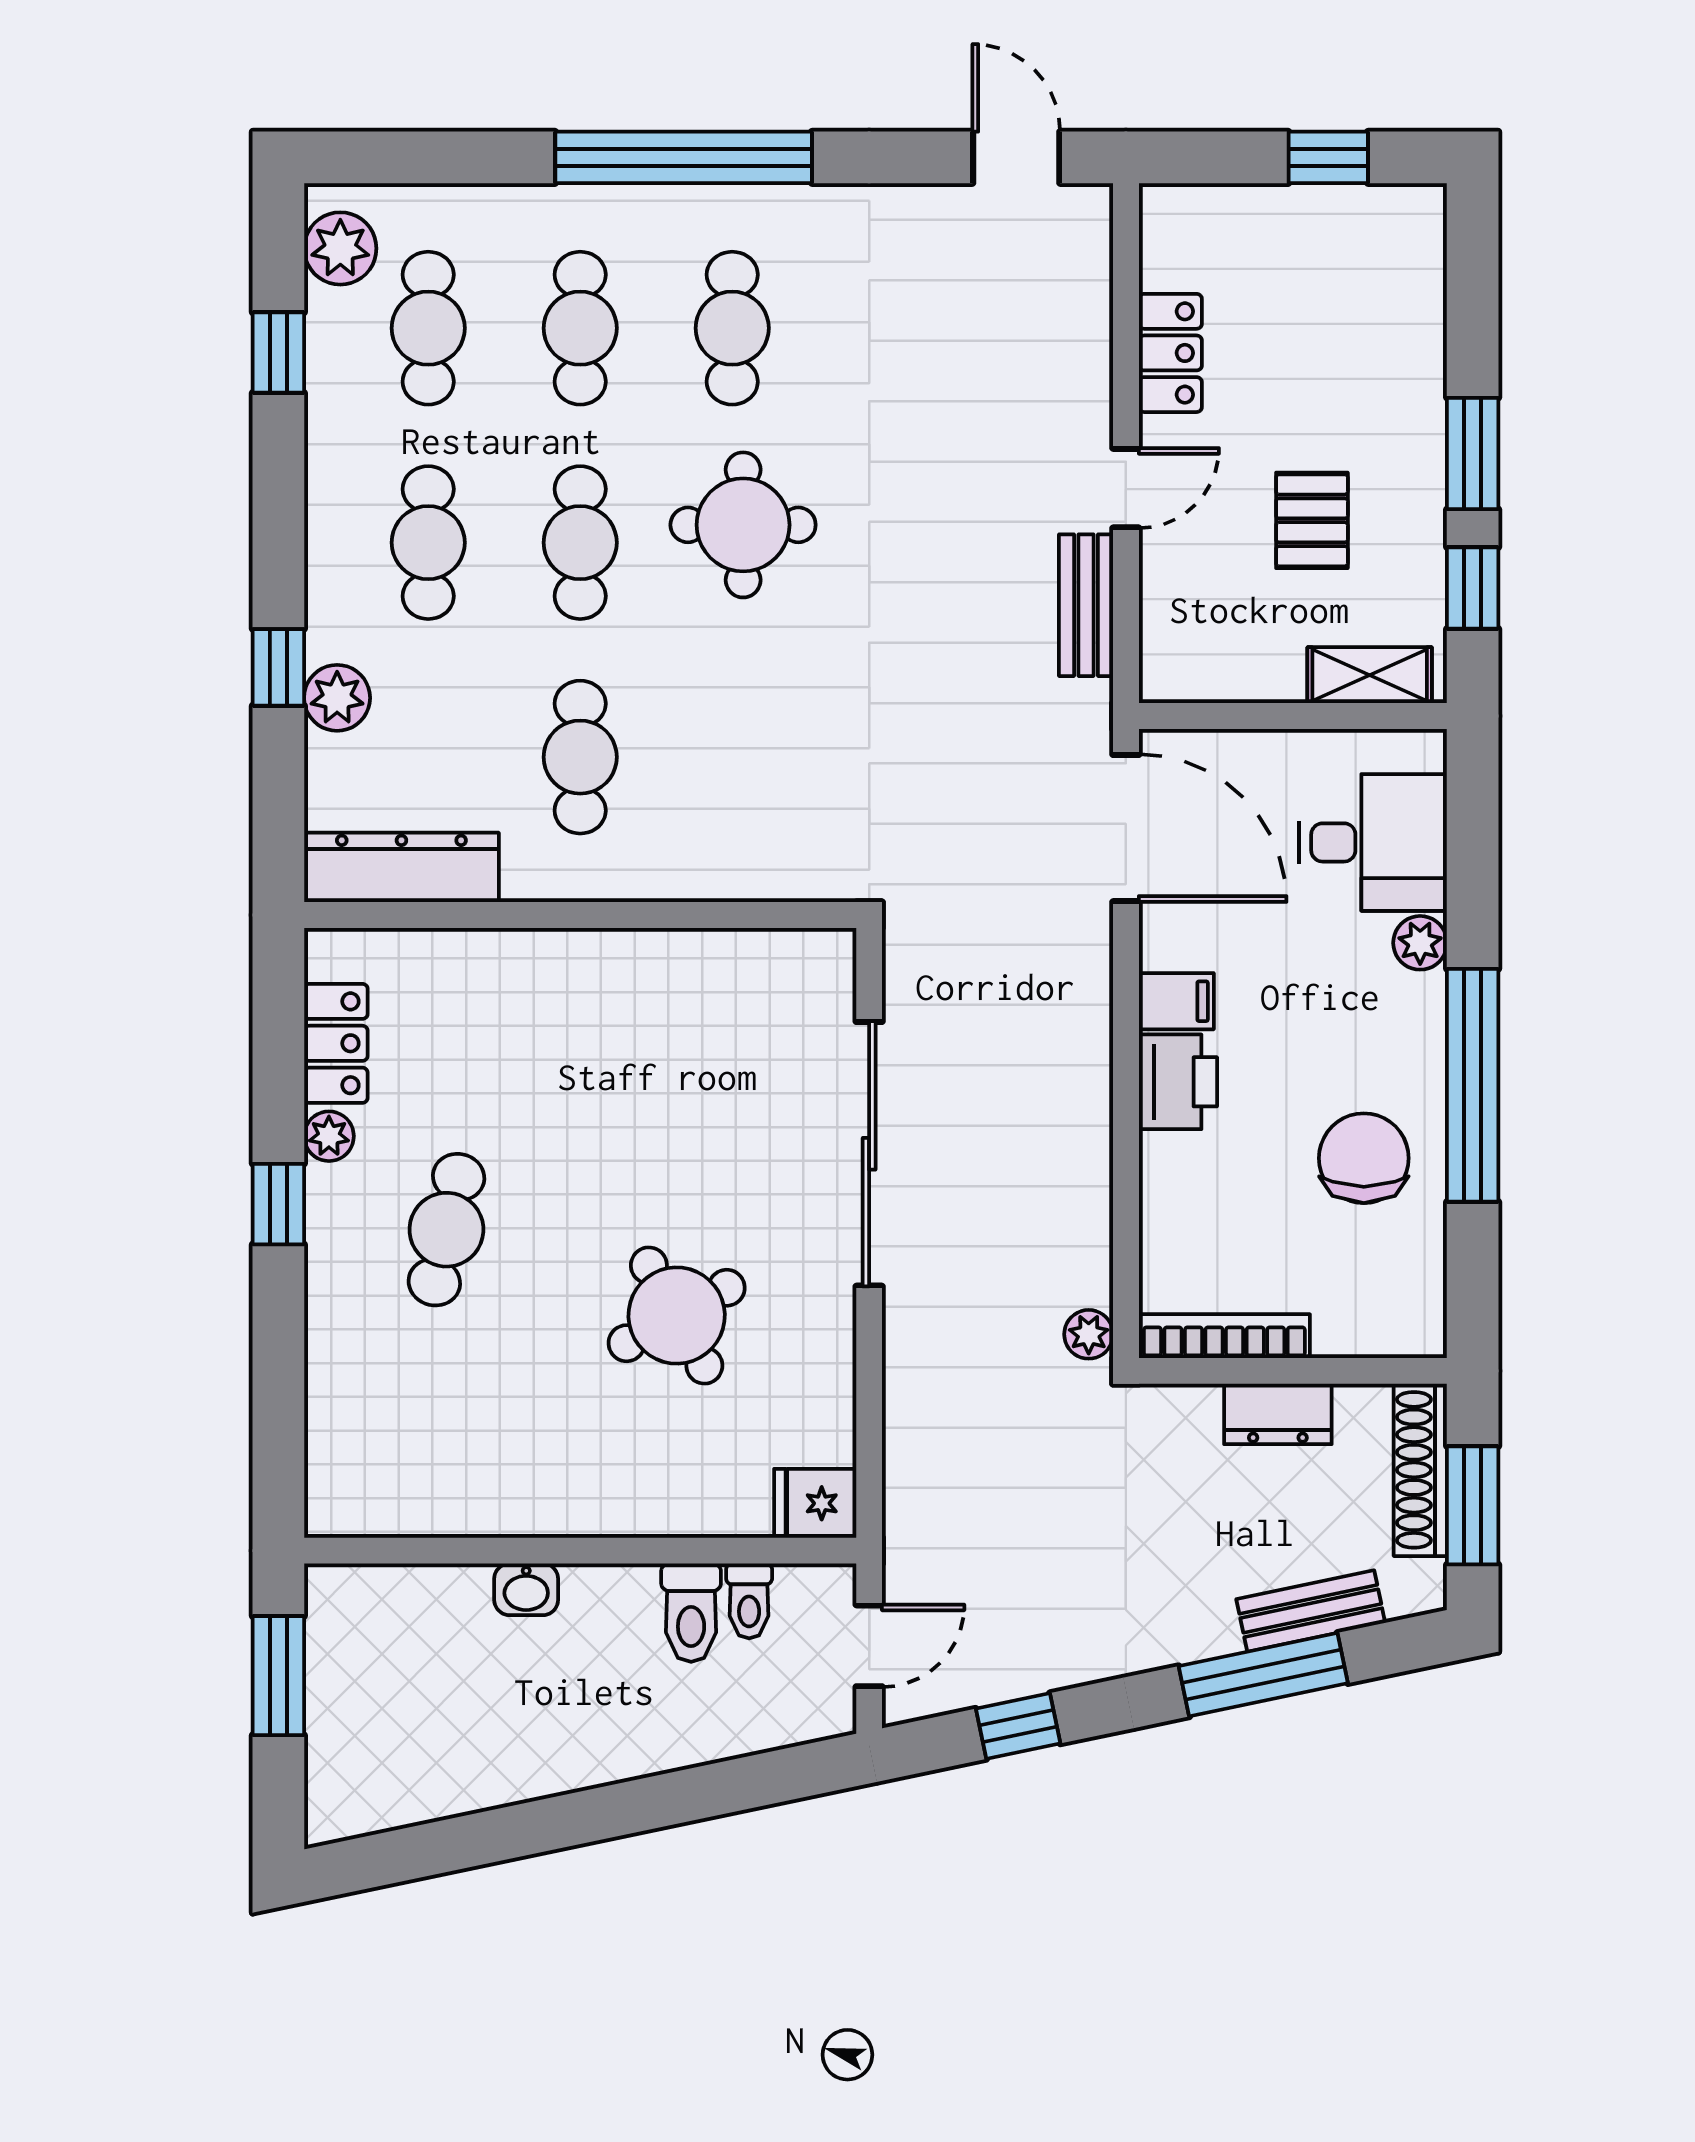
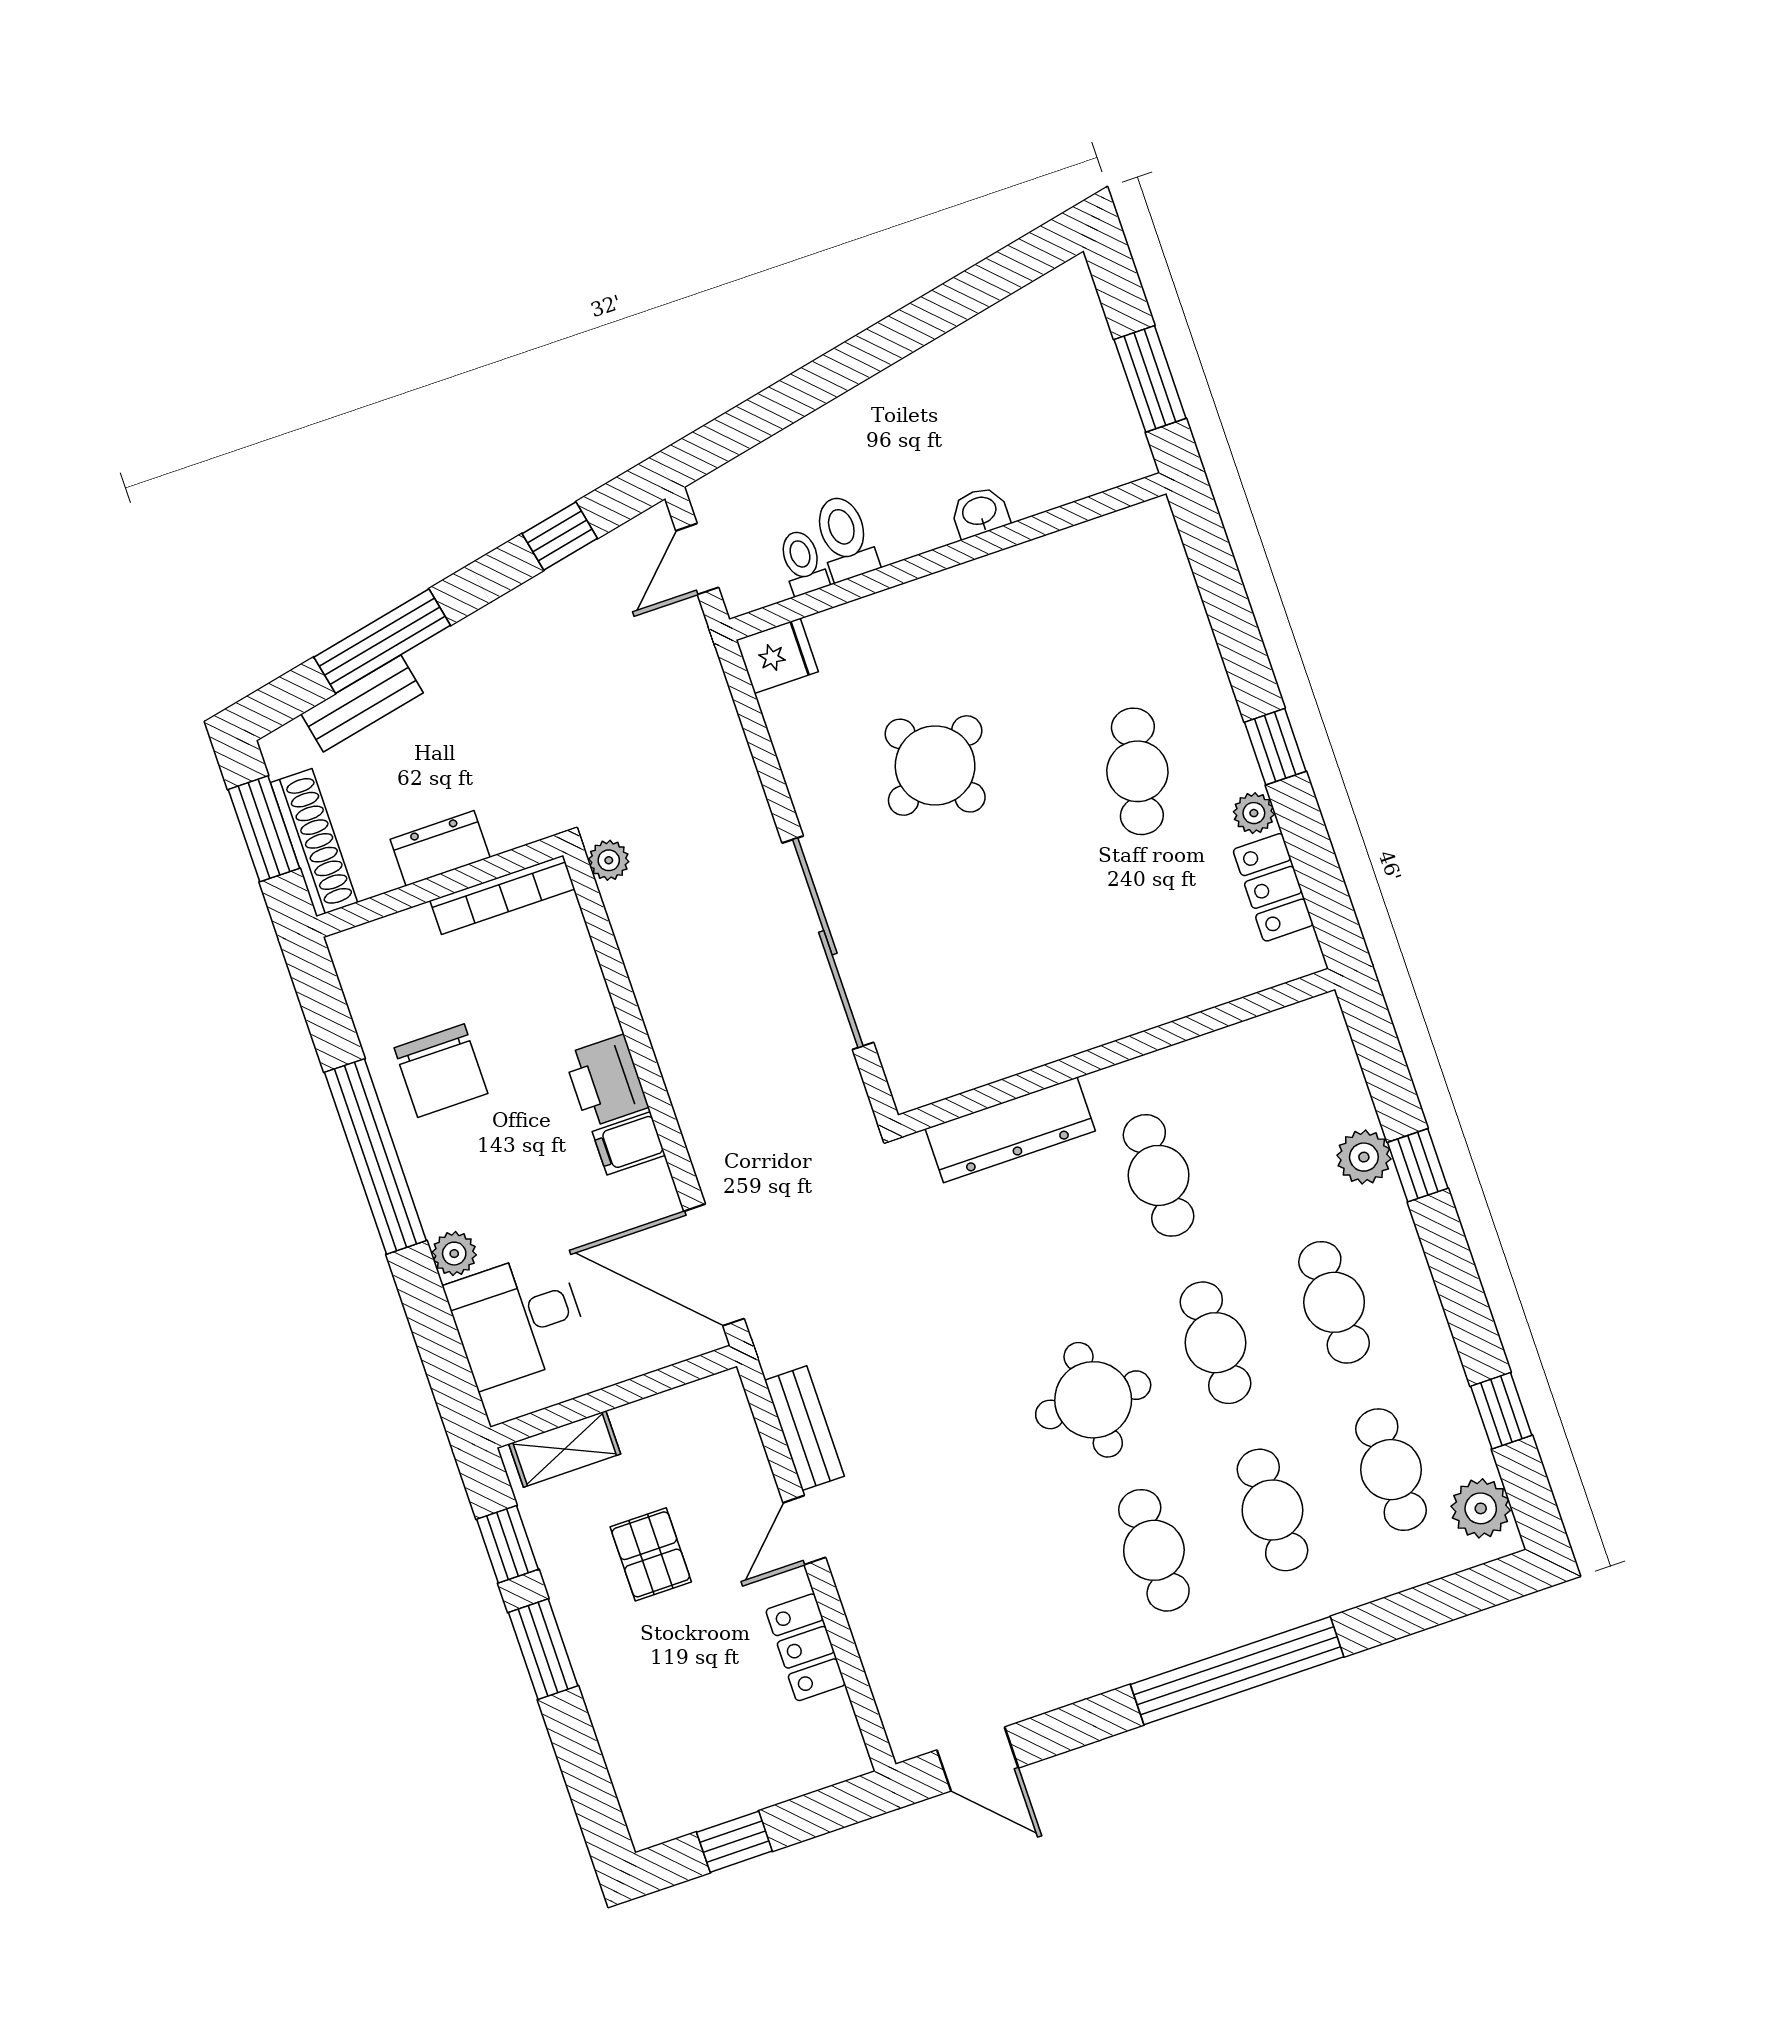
dresser: (401, 867) -> (1010, 1130), moved

